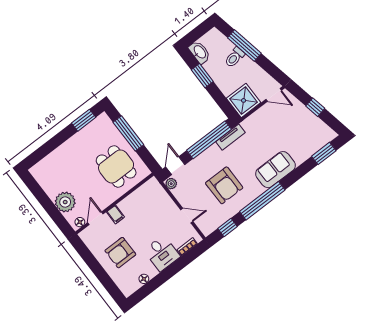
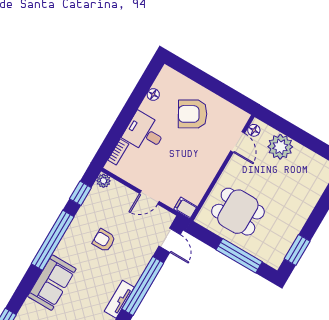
plant: (171, 184) -> (104, 181), moved
armchair: (224, 185) -> (104, 240), width x0.53, depth x0.53
filing cabinet: (116, 214) -> (185, 208), moved
door: (187, 216) -> (149, 197), moved
armchair: (120, 253) -> (193, 114), turned -120

